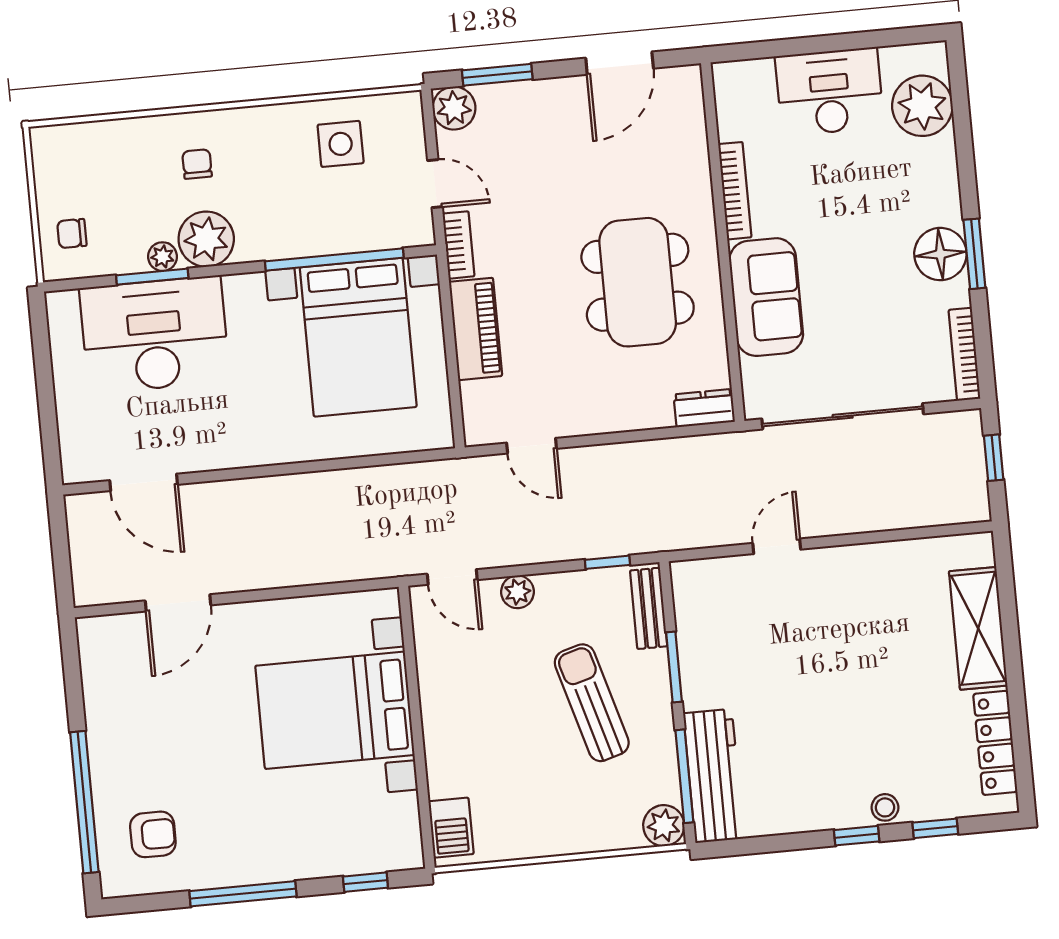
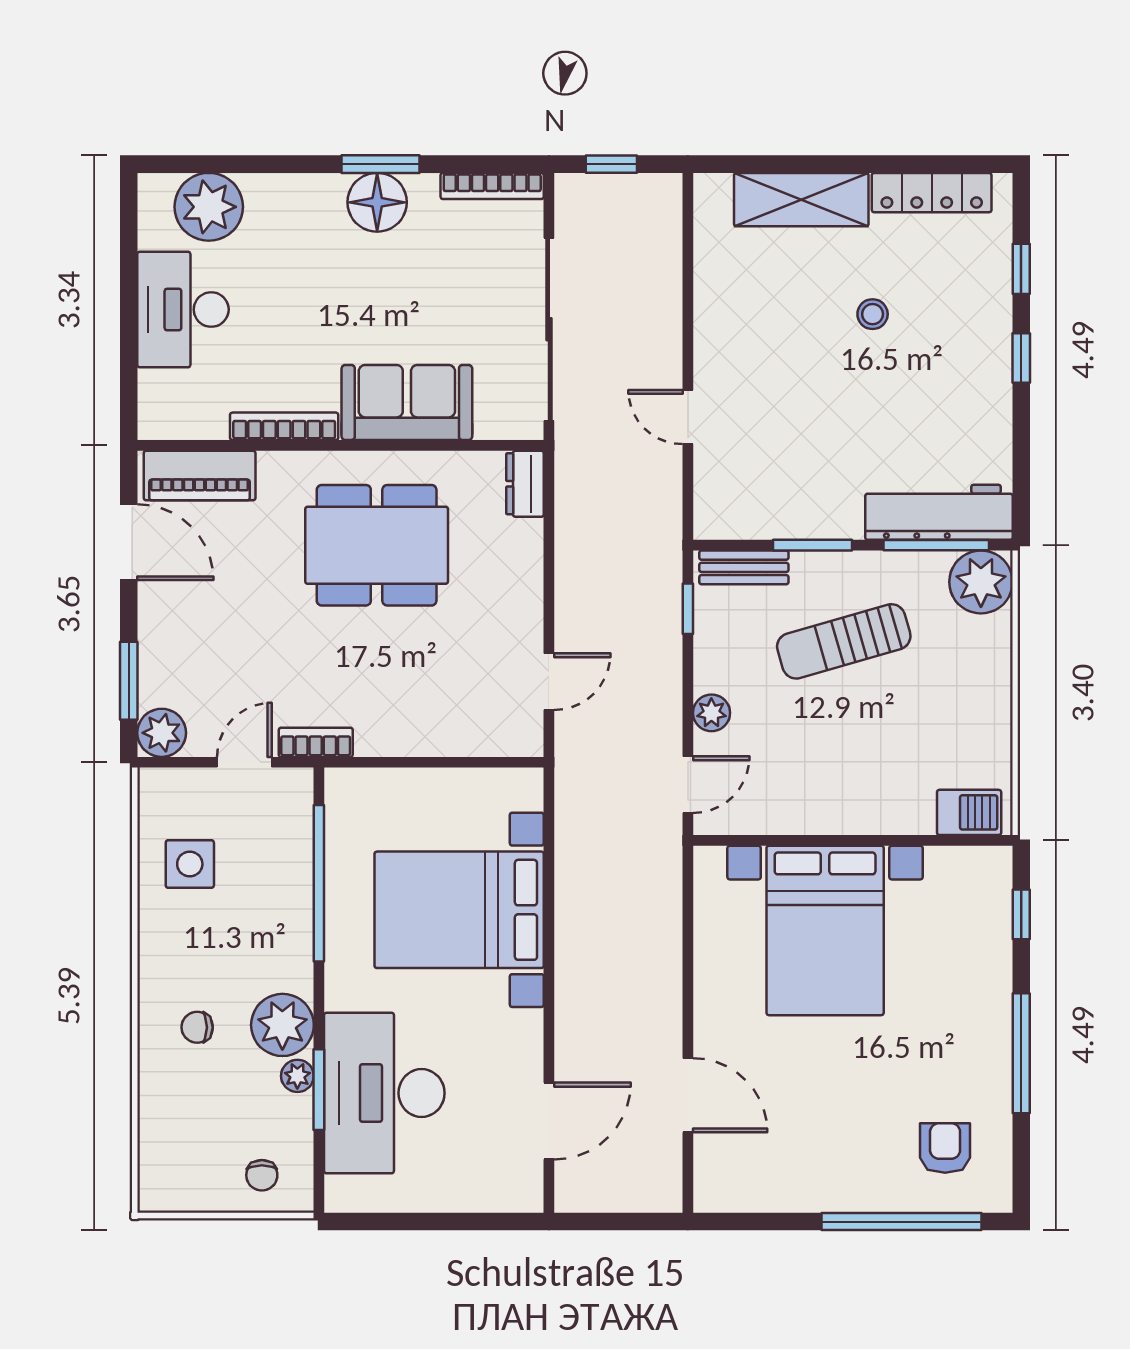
piano: (476, 329) -> (200, 475), moved, turned 180
bed with nightstands: (358, 337) -> (459, 910), moved, turned 180
stool: (885, 807) -> (873, 314), moved
plant: (664, 826) -> (981, 582), width x1.36, depth x1.36

